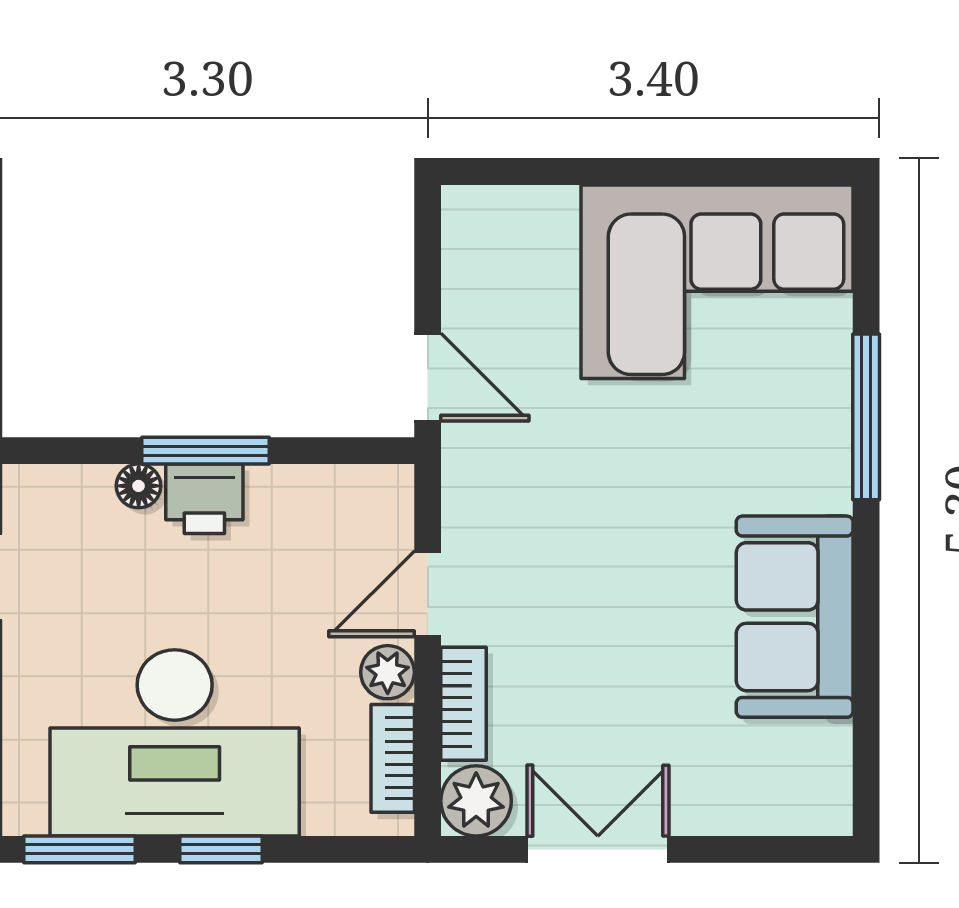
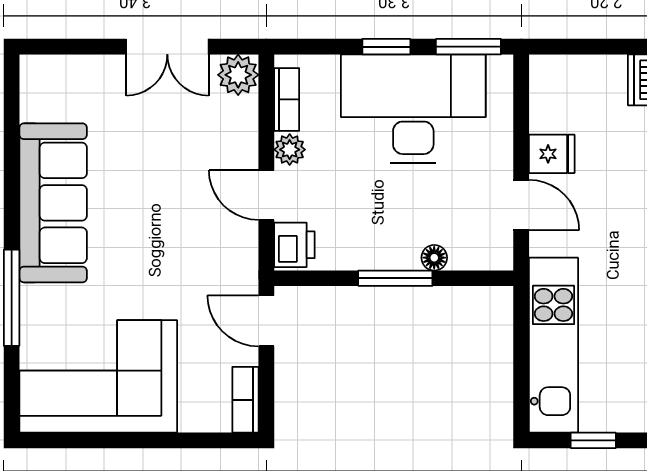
printer: (204, 499) -> (294, 245), moved, turned 90
door: (428, 594) -> (266, 195), swing flipped
sofa: (795, 617) -> (53, 203), width x1.36
bookcase: (464, 704) -> (245, 400), moved

